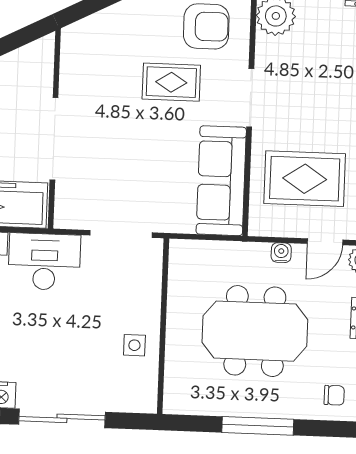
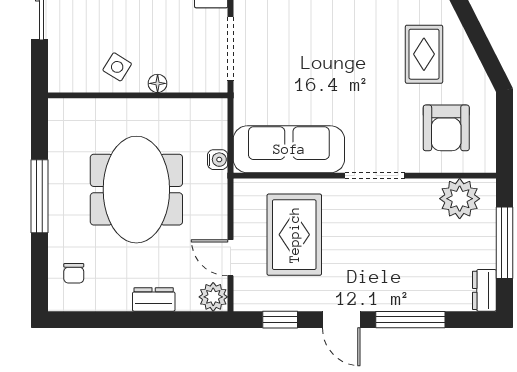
rug: (171, 82) -> (424, 54), moved
water cooler: (281, 253) -> (218, 160), moved
floor lamp: (152, 306) -> (158, 83), added
side table: (134, 345) -> (117, 67), turned 32

